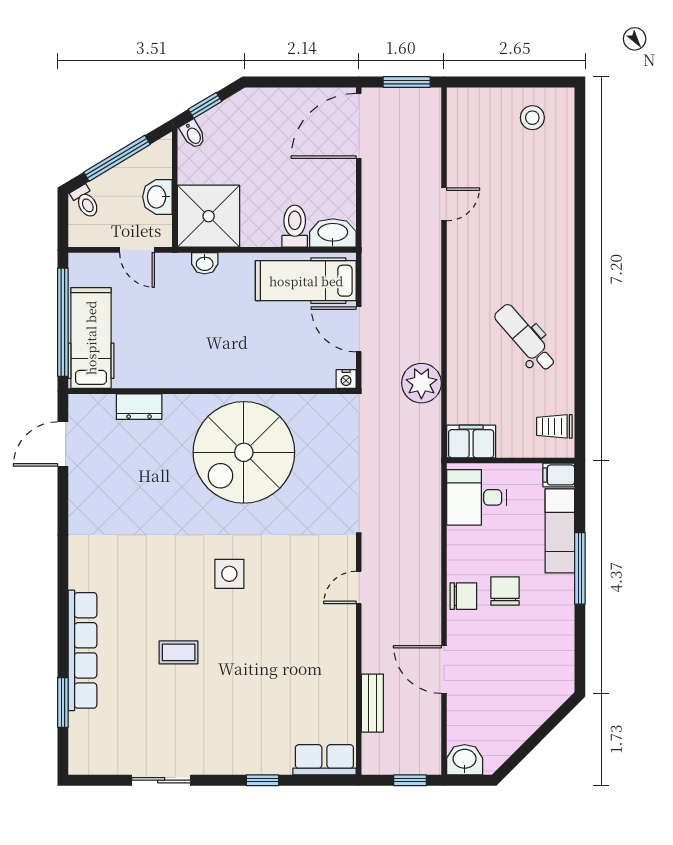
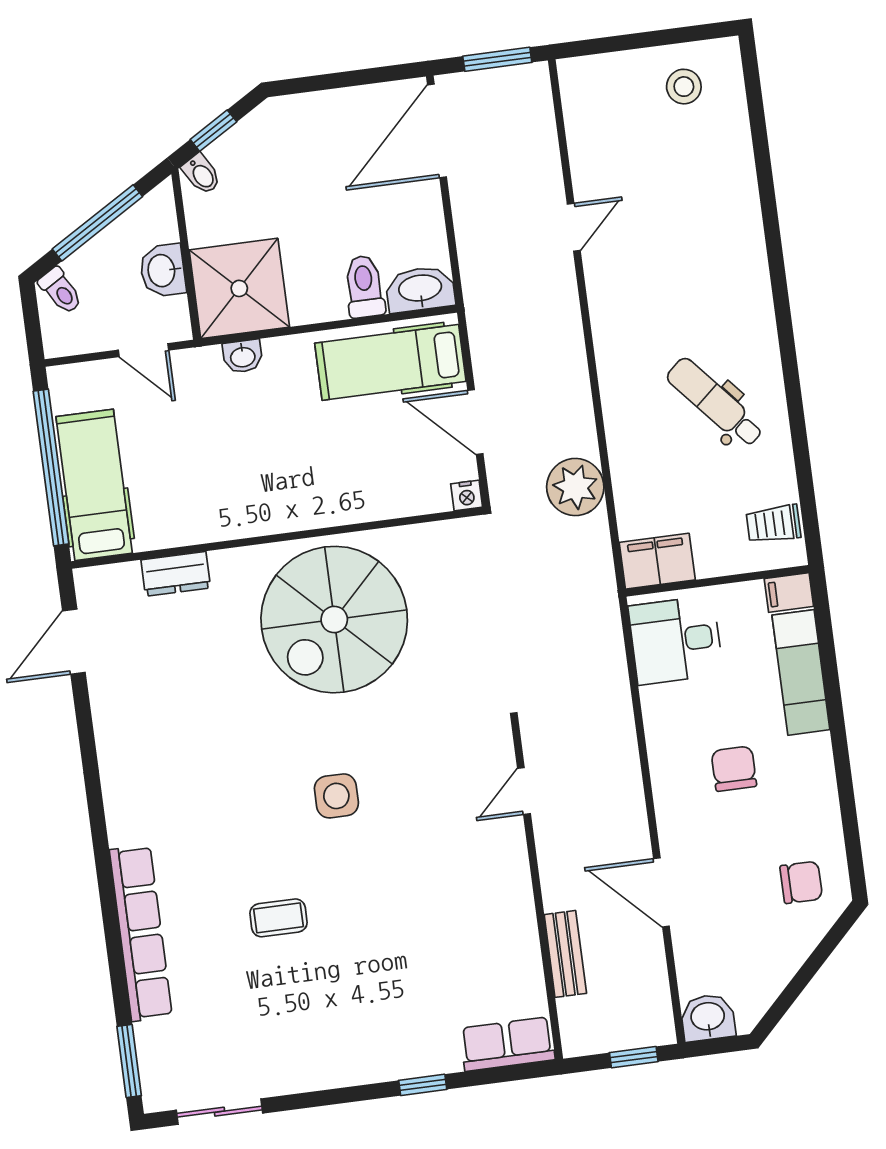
window: (580, 568) -> (837, 722), removed
chair: (463, 596) -> (801, 882), moved
window: (63, 702) -> (129, 1061), moved
sliding door: (161, 780) -> (220, 1112), moved

